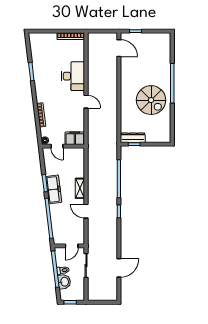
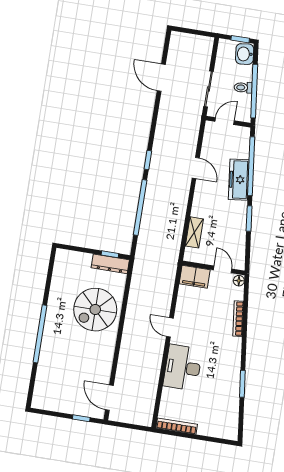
spiral stairs: (151, 100) -> (95, 310), moved, turned -90
shelving: (80, 188) -> (194, 232), moved
freezer: (54, 189) -> (239, 180), moved
door: (119, 268) -> (161, 78), hinge flipped
washbasin: (64, 282) -> (245, 54), moved

